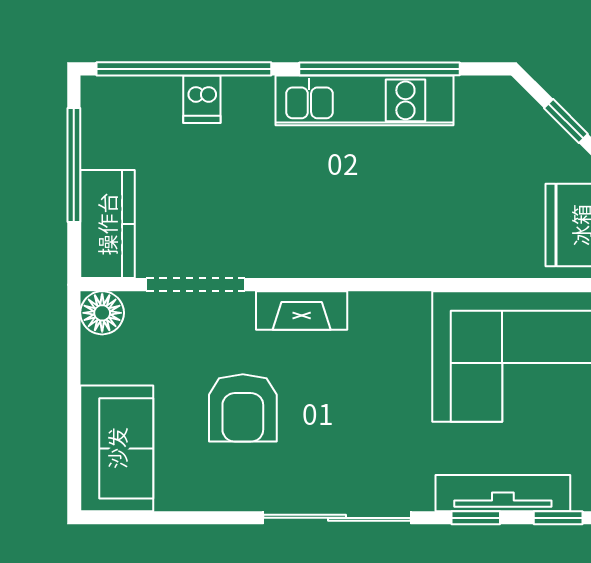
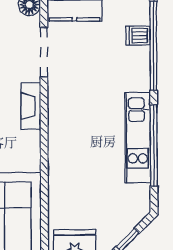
dishwasher: (202, 99) -> (138, 36), moved

